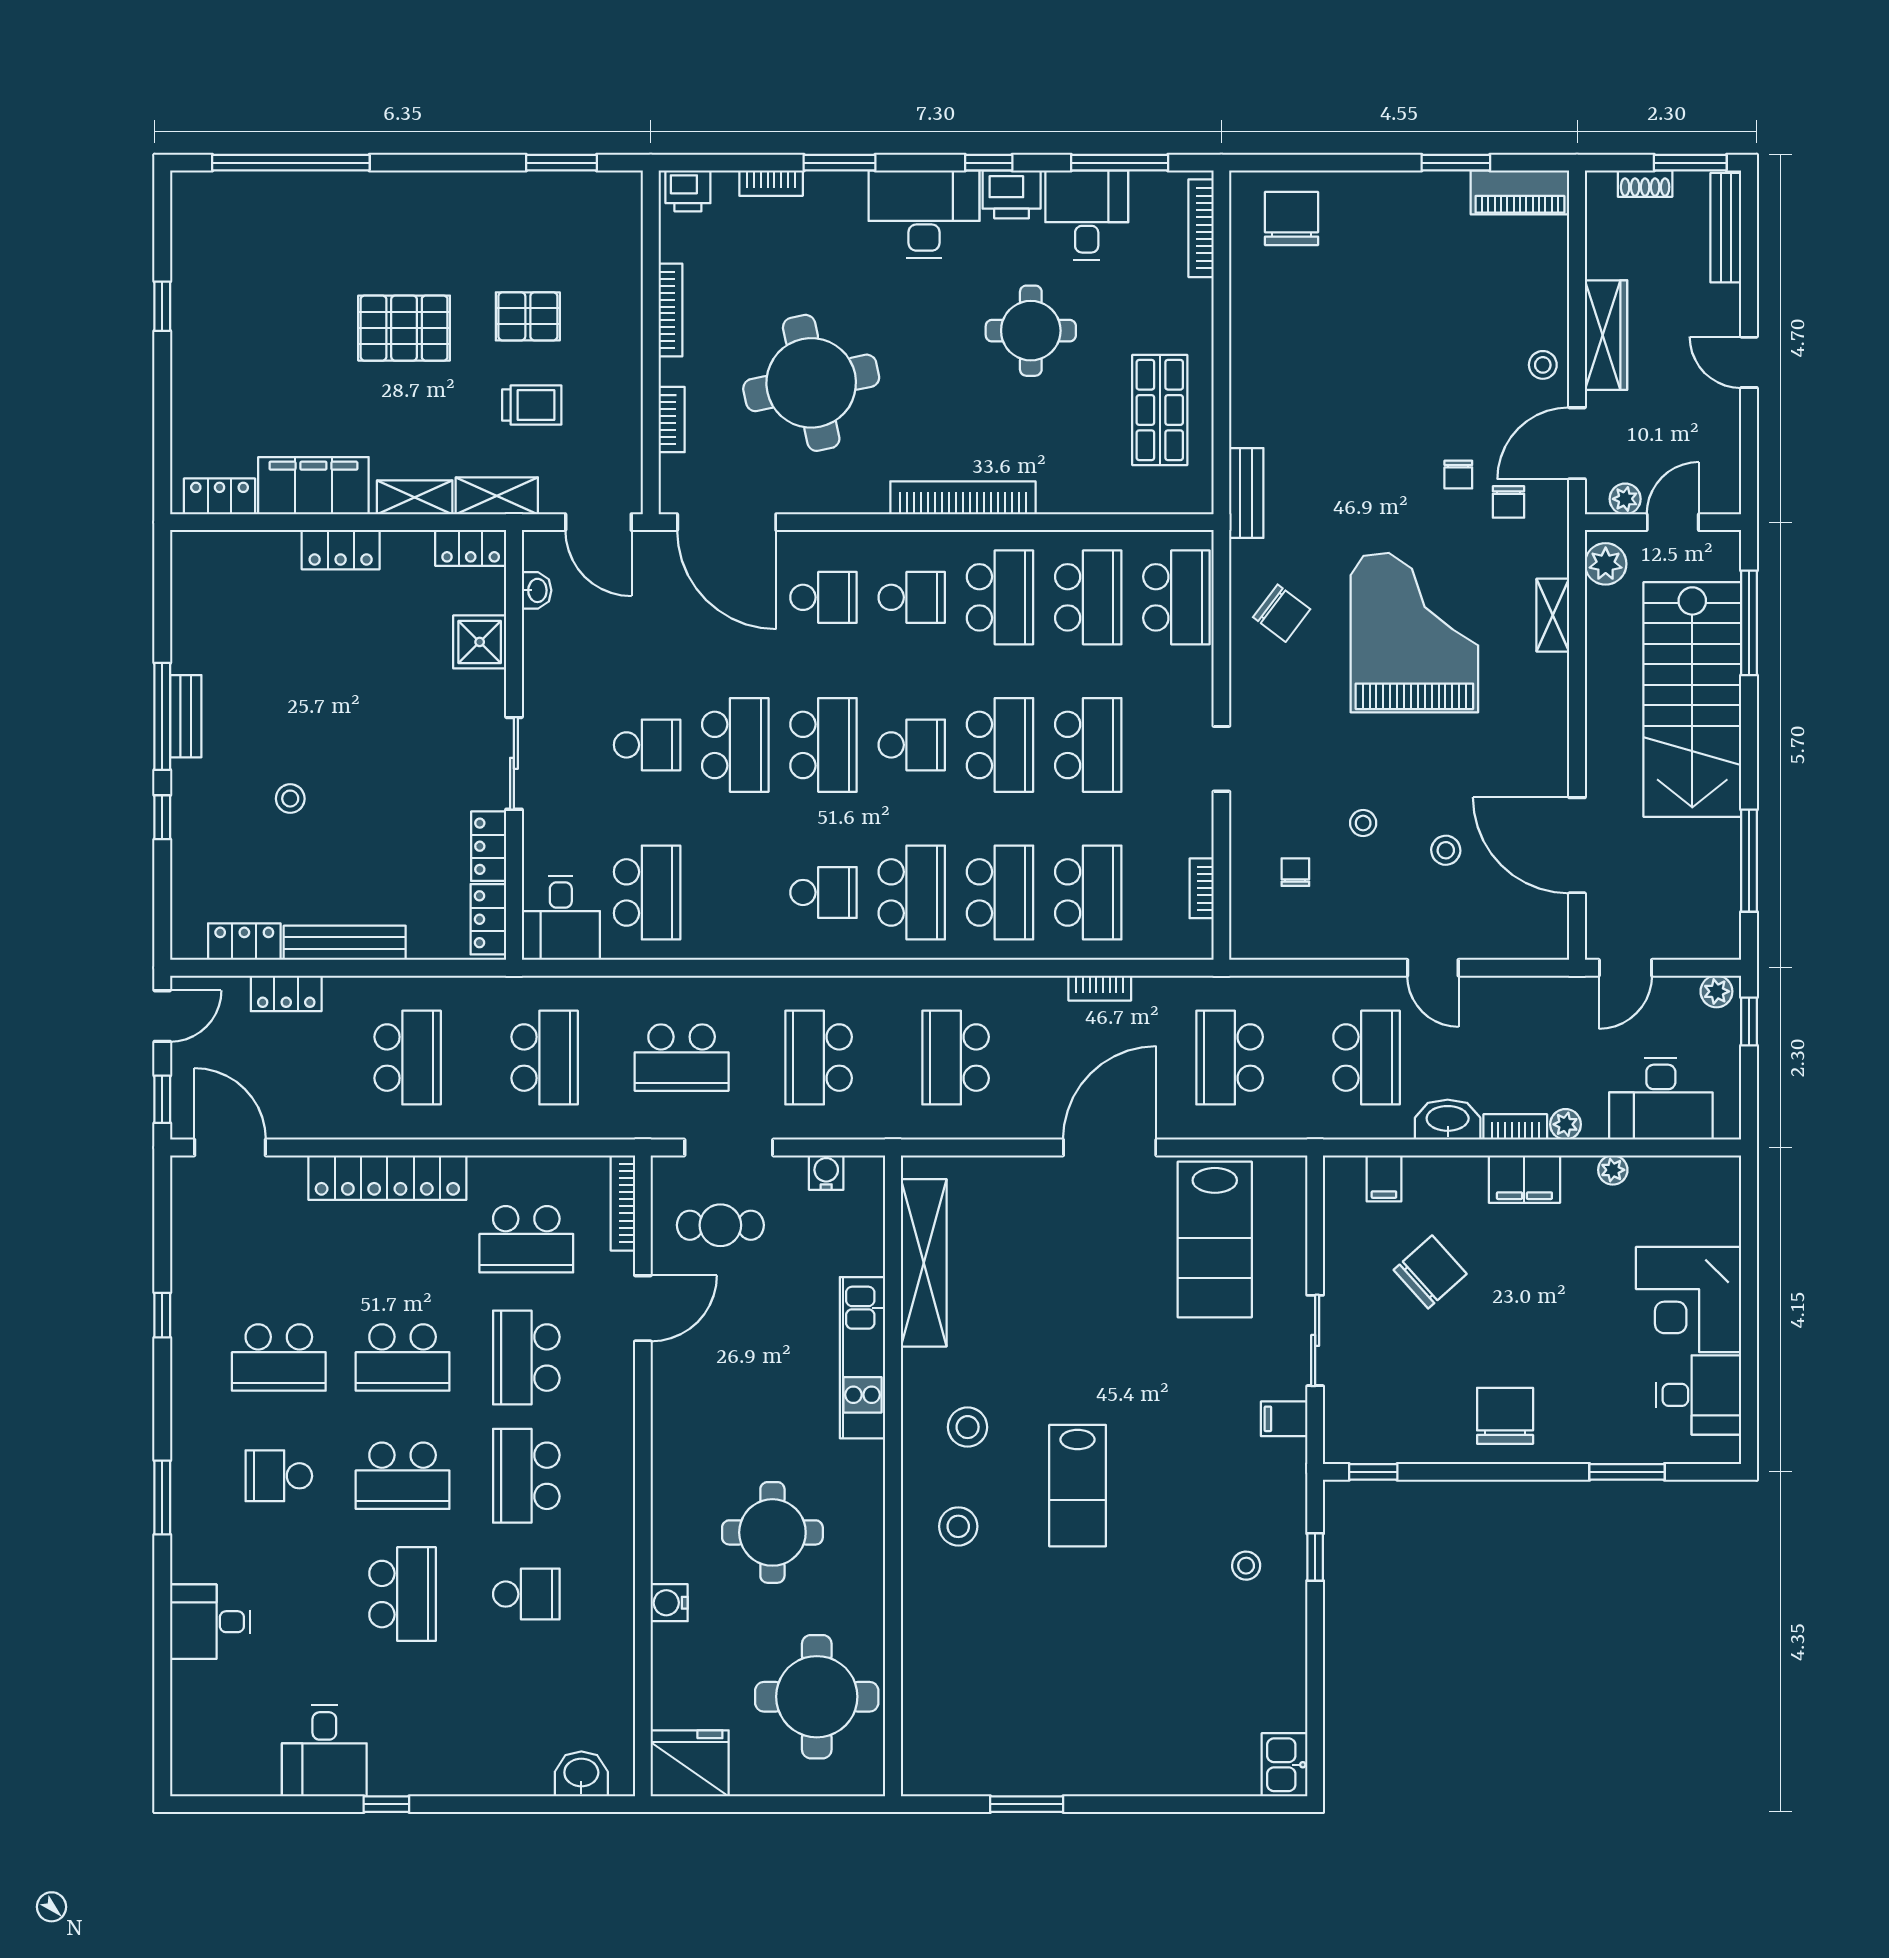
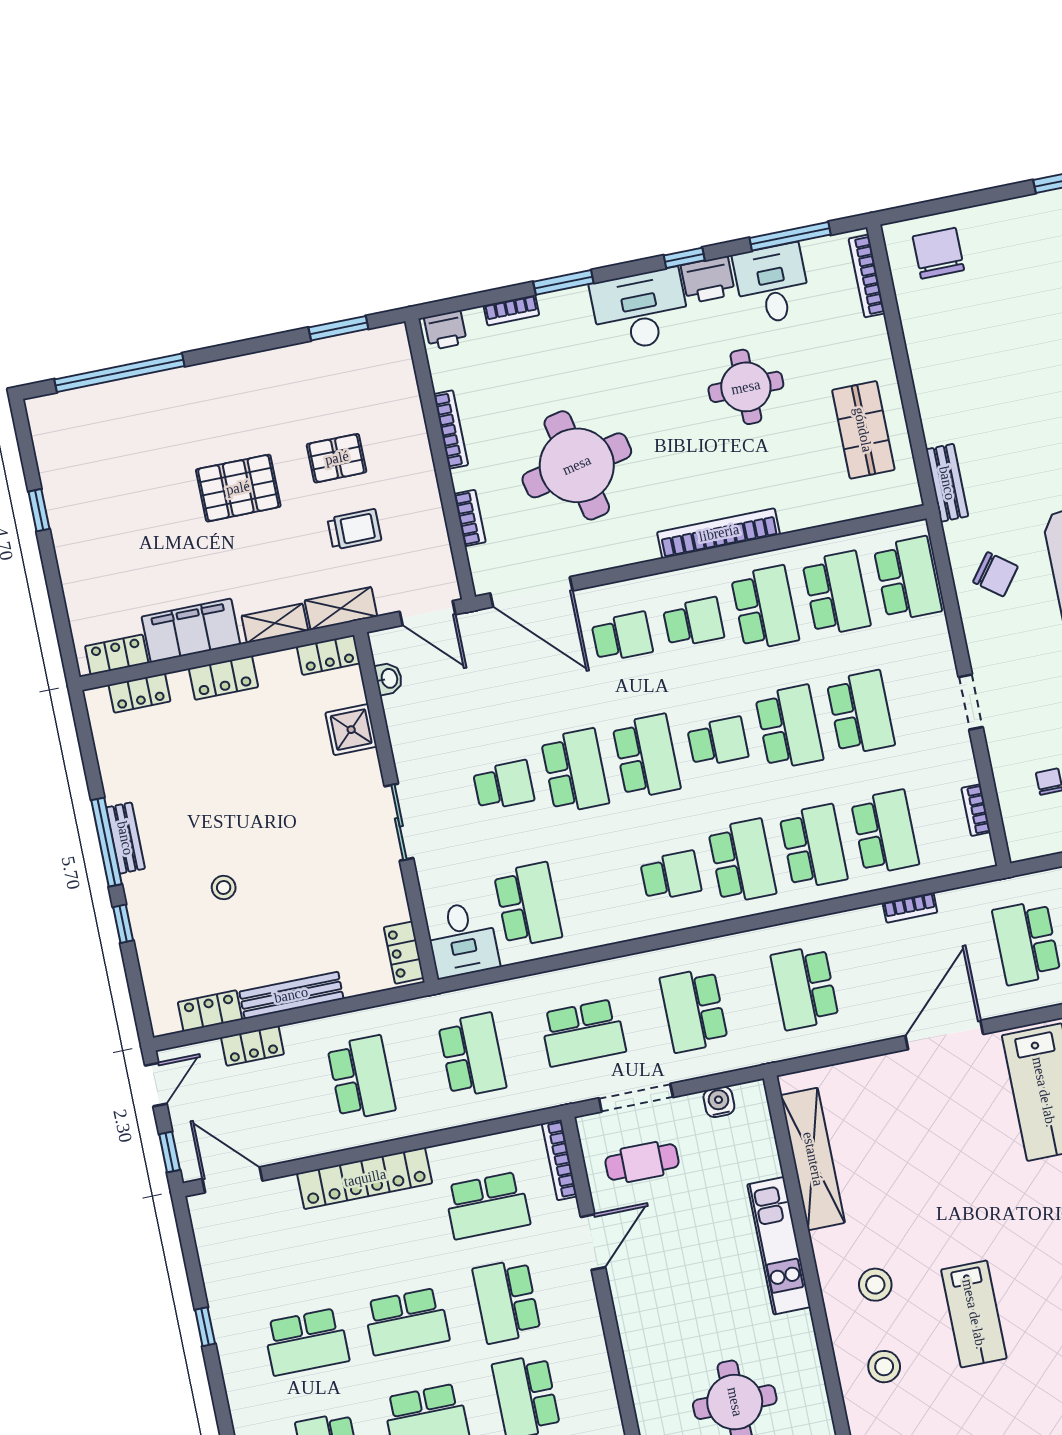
locker: (489, 846) -> (140, 693), moved, turned -90

